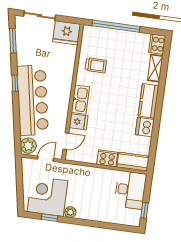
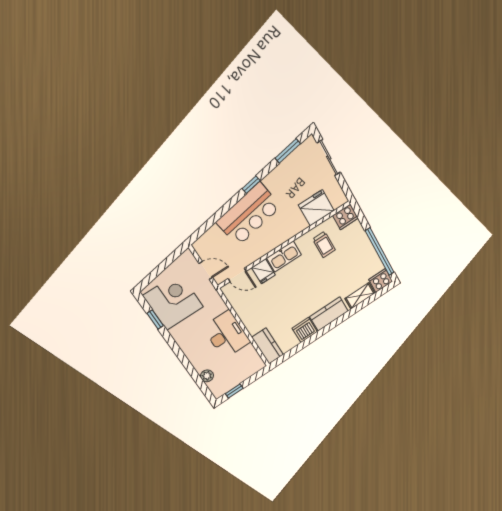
window: (116, 26) -> (380, 252), moved
fridge: (67, 33) -> (316, 208), moved, turned 90
bar counter: (33, 100) -> (249, 214), width x0.73
plant: (28, 146) -> (204, 245), removed
cooker: (107, 158) -> (345, 217), moved, turned 90
desk: (130, 190) -> (227, 335), moved, turned -90
plant: (70, 212) -> (207, 376), moved

